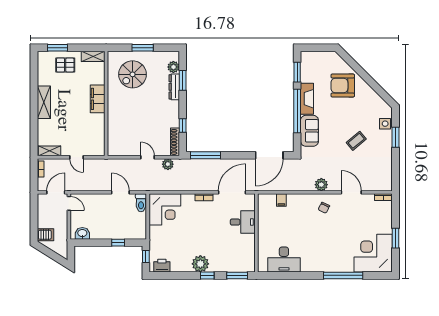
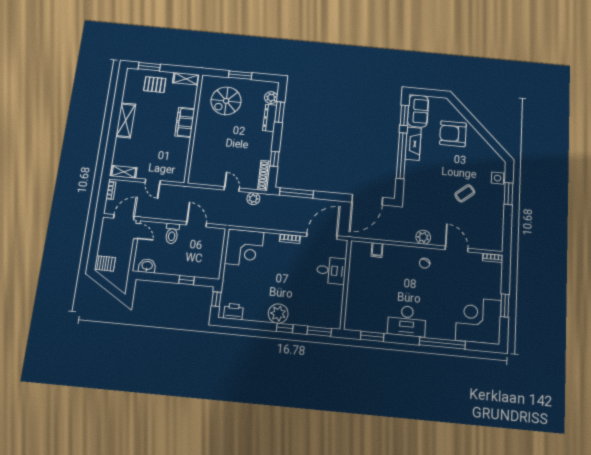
sofa: (309, 131) -> (418, 111), moved
toilet: (141, 203) -> (172, 233), moved
desk: (284, 260) -> (407, 321), moved
window: (283, 275) -> (372, 336), added

